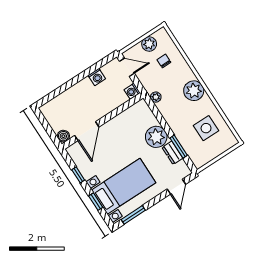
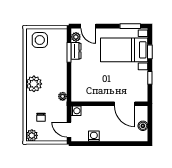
plant: (149, 44) -> (32, 135), moved
side table: (206, 128) -> (40, 40), moved
door: (87, 131) -> (125, 104), swing flipped
boiler: (63, 136) -> (143, 126), moved
plant: (156, 137) -> (76, 37), moved, width x0.53, depth x0.53
door: (176, 187) -> (88, 26), swing flipped

